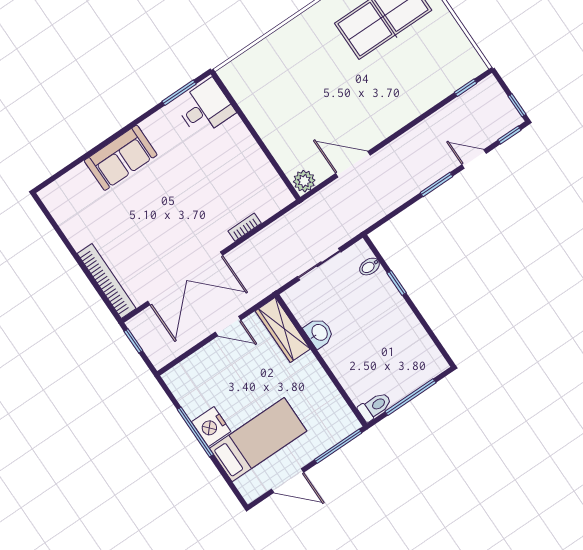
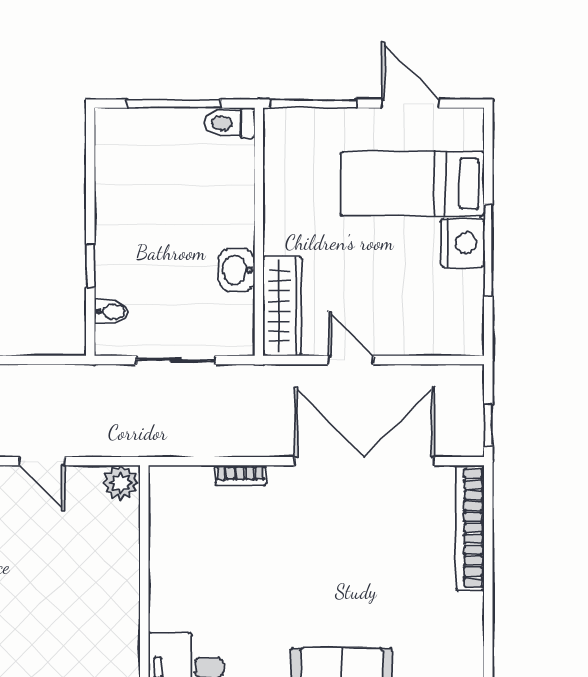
door: (353, 164) -> (42, 461), width x0.73

